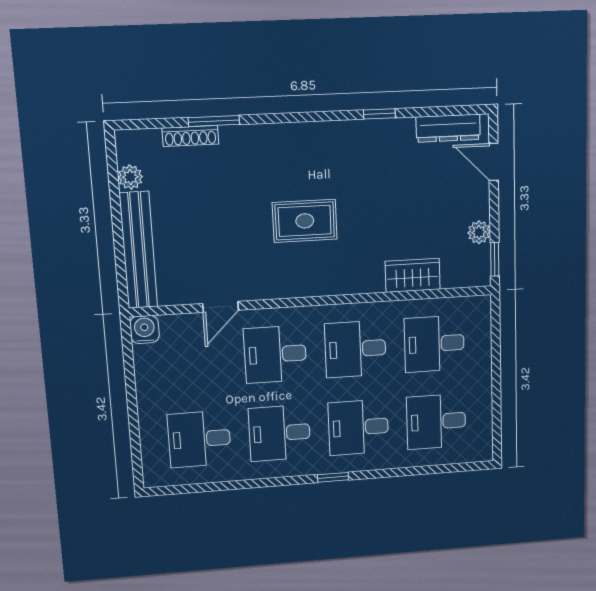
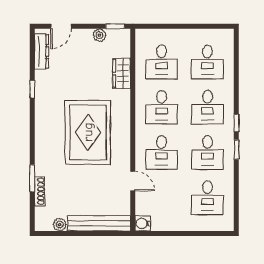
rug: (305, 221) -> (88, 132), width x1.86, depth x2.06
window: (287, 481) -> (236, 150), added

